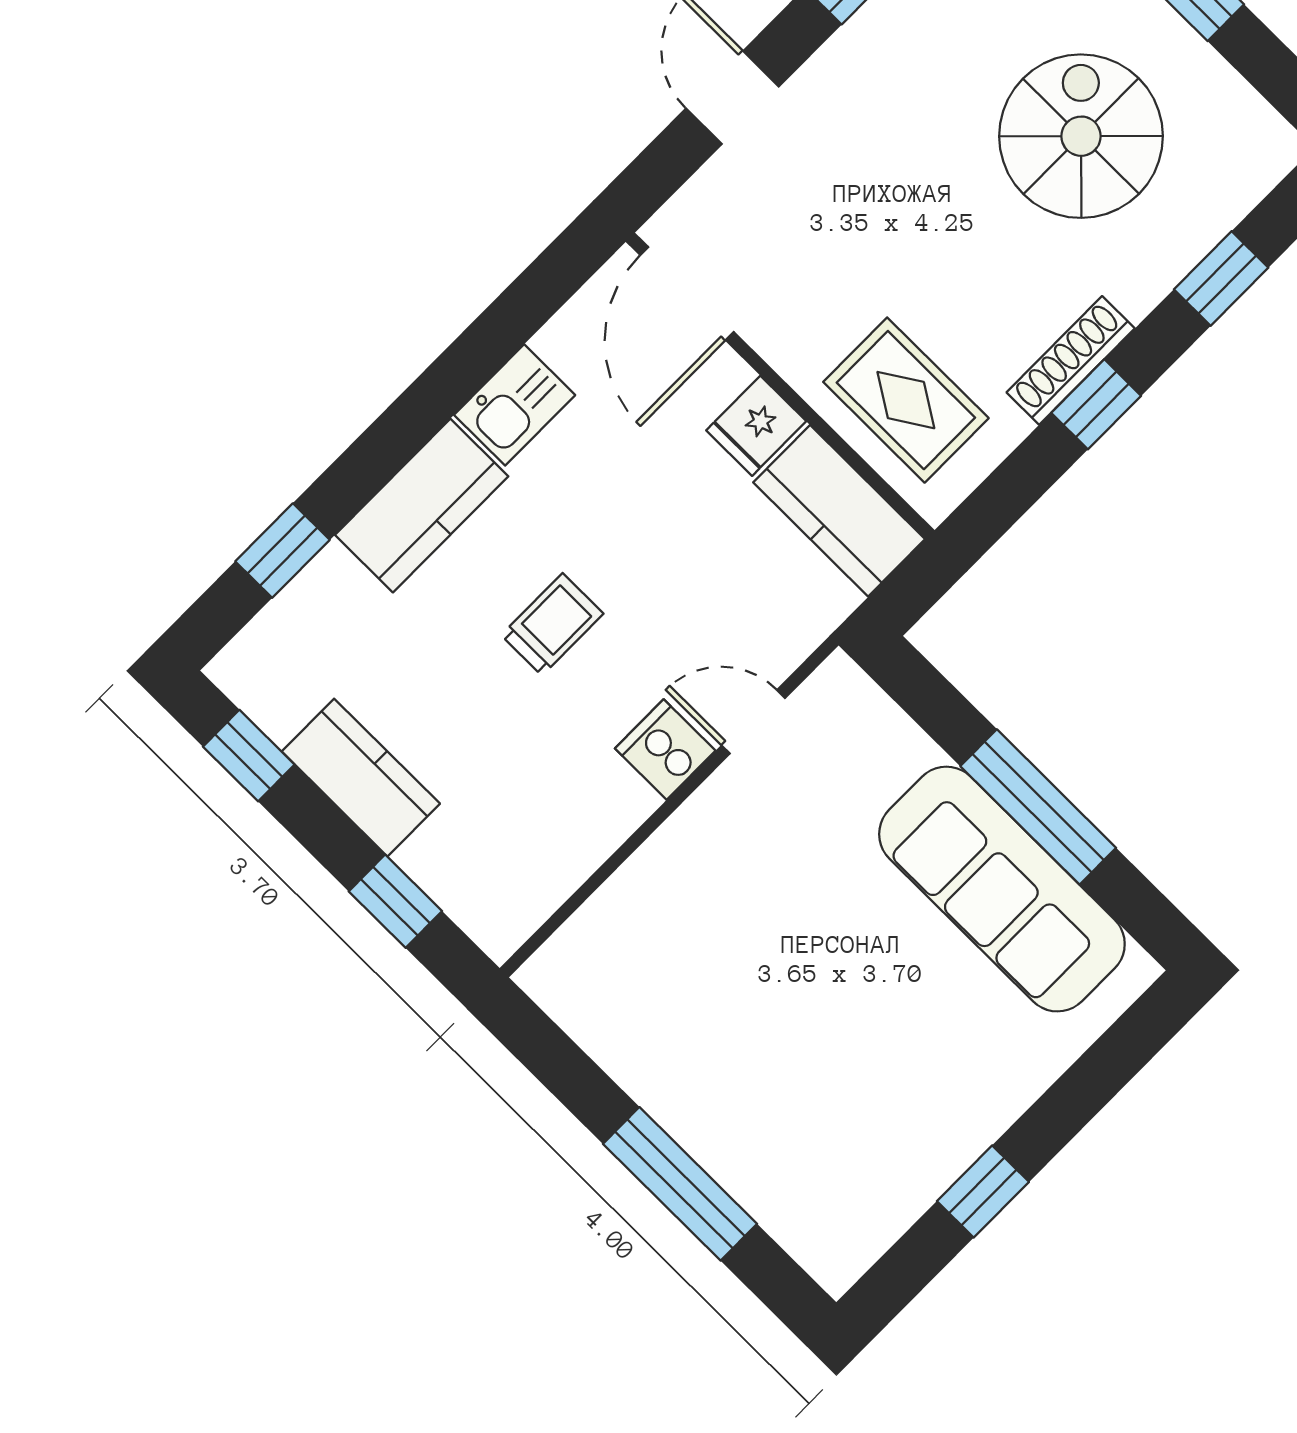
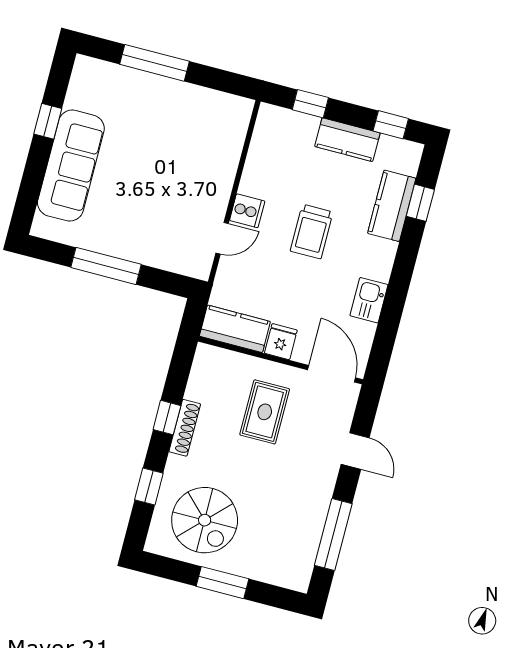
spiral stairs: (1081, 136) -> (205, 520), moved
rug: (906, 400) -> (265, 412), moved, turned 90
kitchen counter: (422, 506) -> (392, 206), moved
trolley: (552, 624) -> (312, 232), width x1.36, depth x1.39
sofa: (1002, 889) -> (71, 166), moved, turned 90

